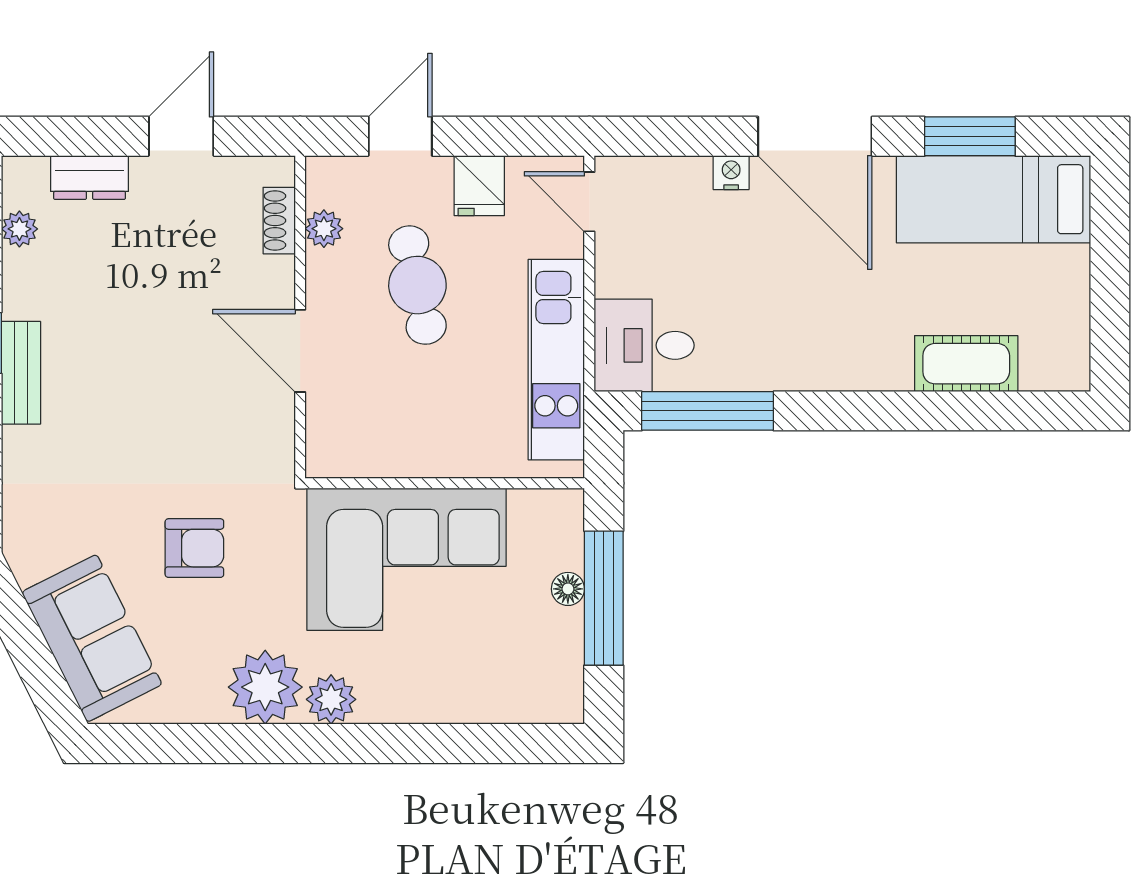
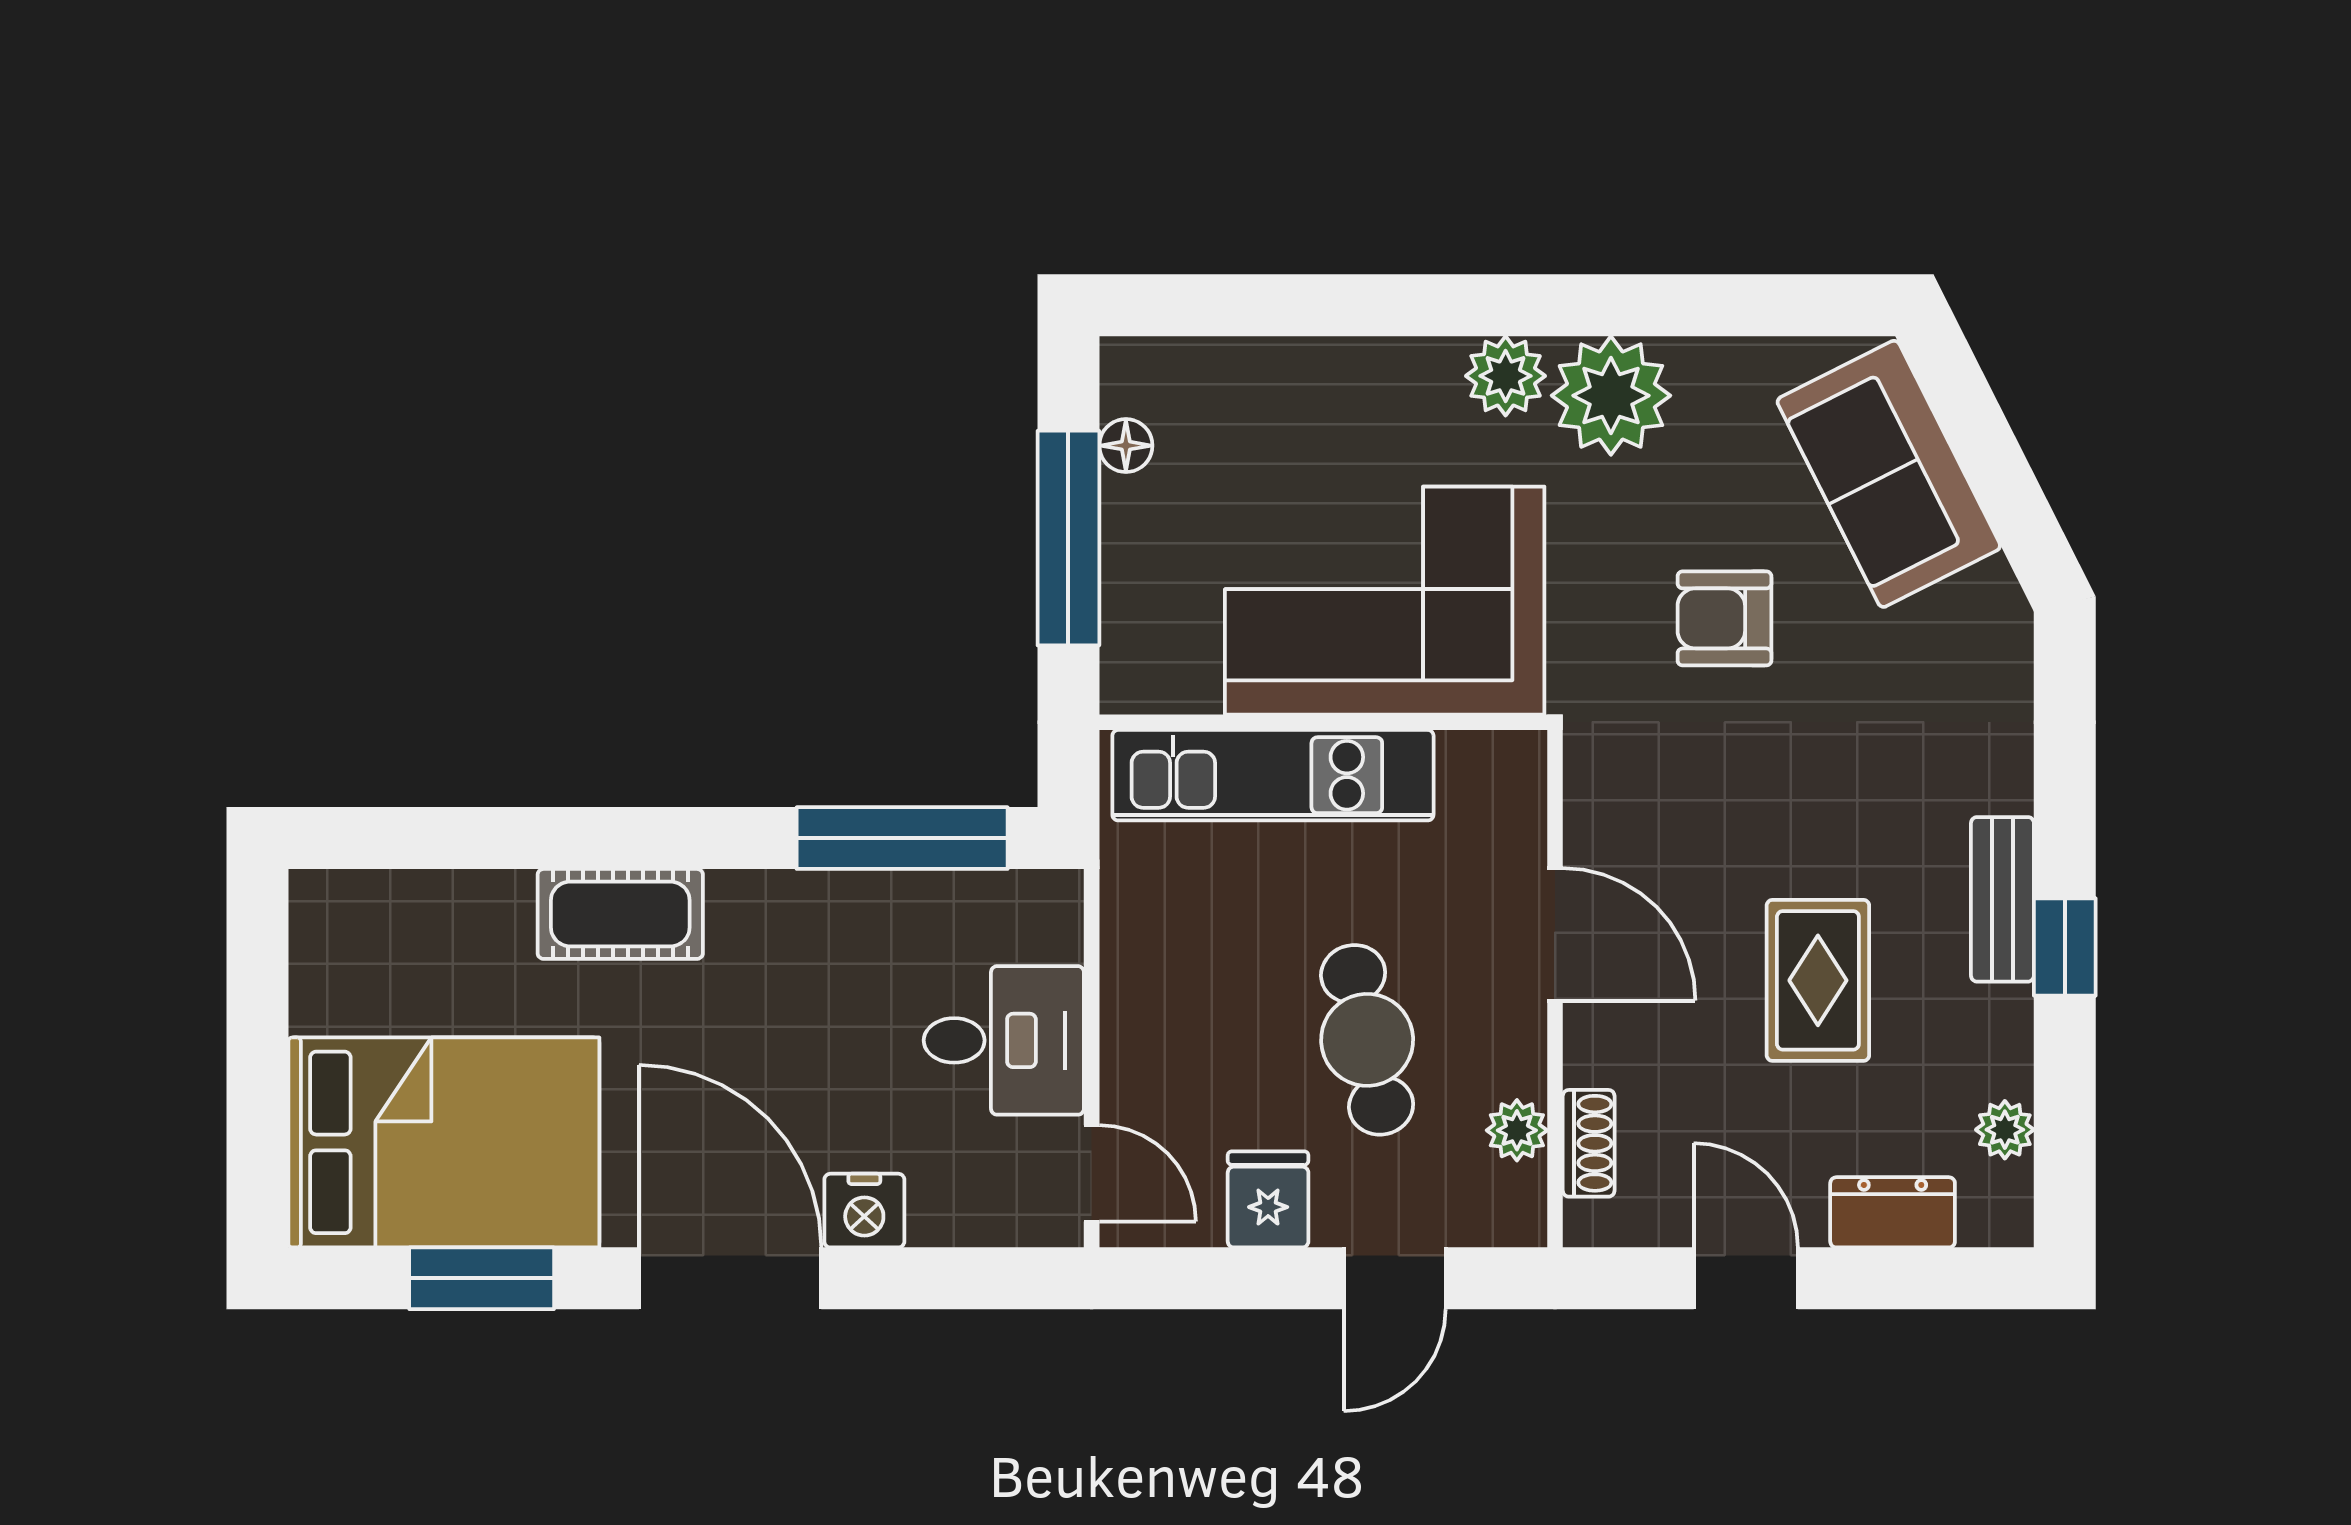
door: (181, 136) -> (1746, 1278), swing flipped
nightstand: (731, 173) -> (864, 1211), width x1.39, depth x1.35
bed: (993, 199) -> (444, 1142), width x1.50
rug: (136, 322) -> (1818, 980), added
desk: (644, 345) -> (1004, 1040), moved
kitchen unit: (556, 360) -> (1273, 775), moved, turned 90
cot: (966, 364) -> (620, 914), moved
floor lamp: (568, 589) -> (1126, 446), moved

